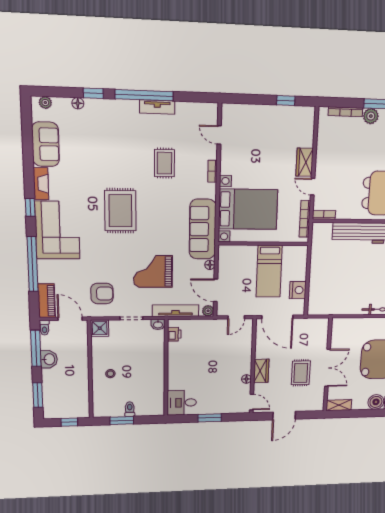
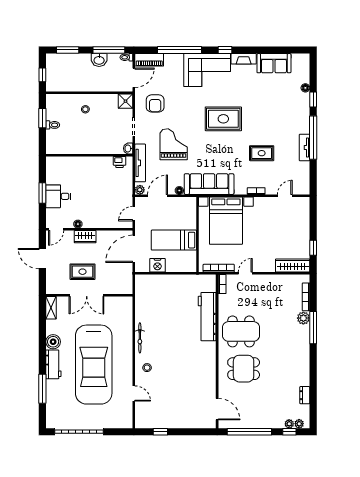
plant: (45, 103) -> (305, 64), removed
wardrobe: (305, 162) -> (293, 266), moved, width x1.50
door: (236, 317) -> (134, 214), hinge flipped
desk: (182, 403) -> (58, 196), moved, turned -90

